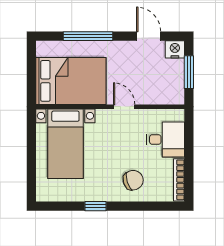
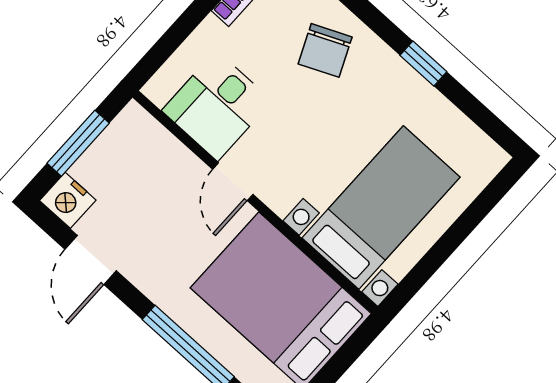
desk: (166, 140) -> (217, 106), moved, turned -90
chair: (133, 180) -> (325, 50), turned -96

